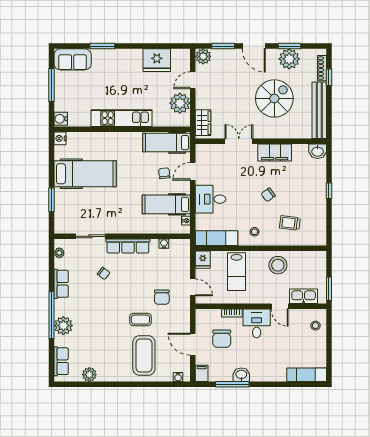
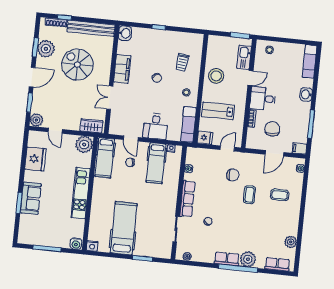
sofa: (73, 59) -> (31, 198), moved
plant: (180, 103) -> (84, 144), moved
lab bench: (236, 272) -> (218, 111), turned 180
row of seats: (61, 284) -> (227, 259), moved
chair: (222, 339) -> (272, 129), turned -93
coffee table: (144, 356) -> (280, 195), width x0.54, depth x0.58
washbasin: (241, 375) -> (306, 94), moved

